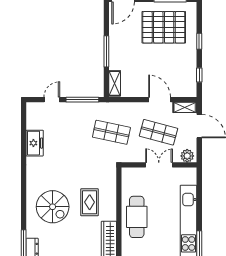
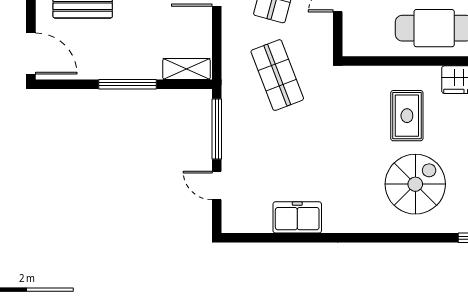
shop shelf: (111, 132) -> (277, 75), turned -33
rug: (90, 202) -> (407, 116), turned 90

